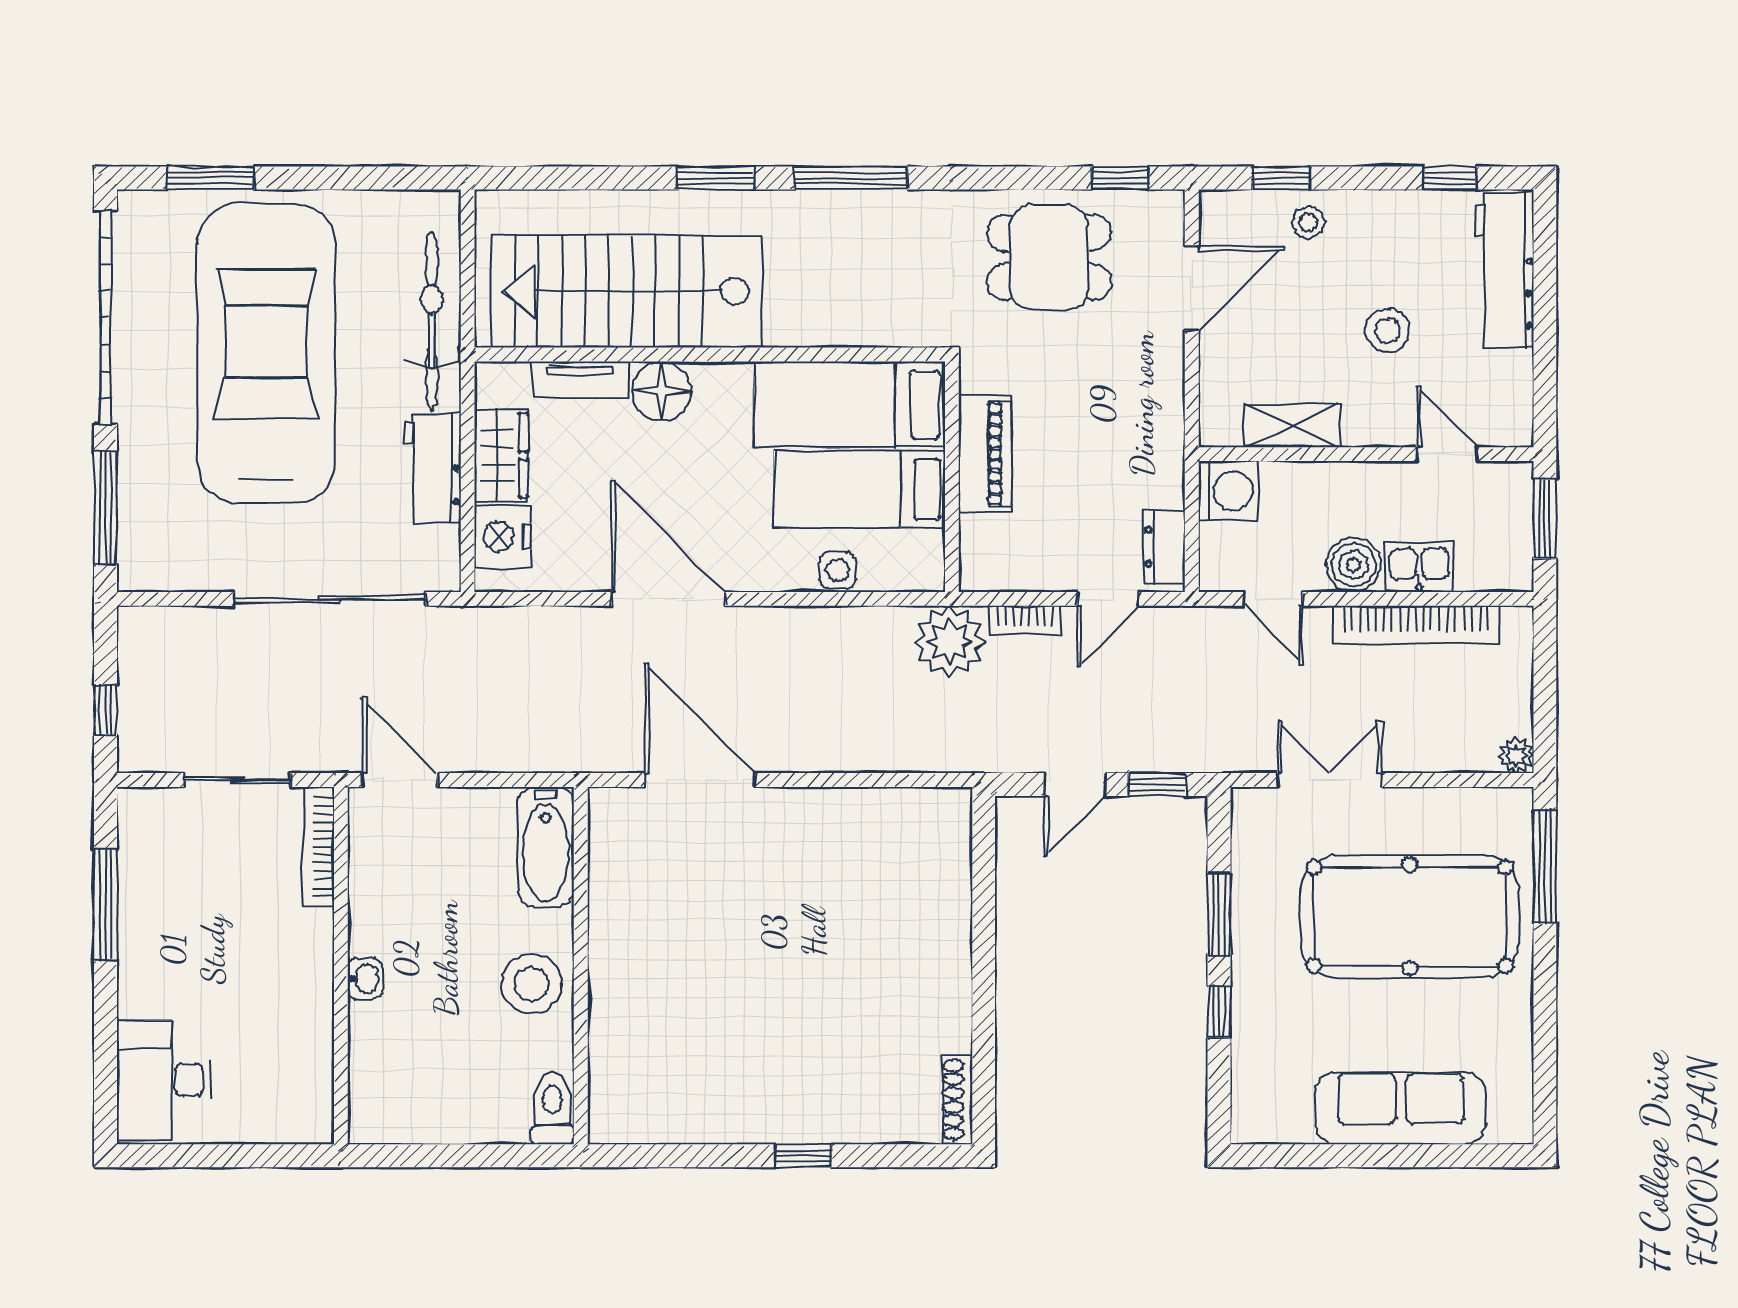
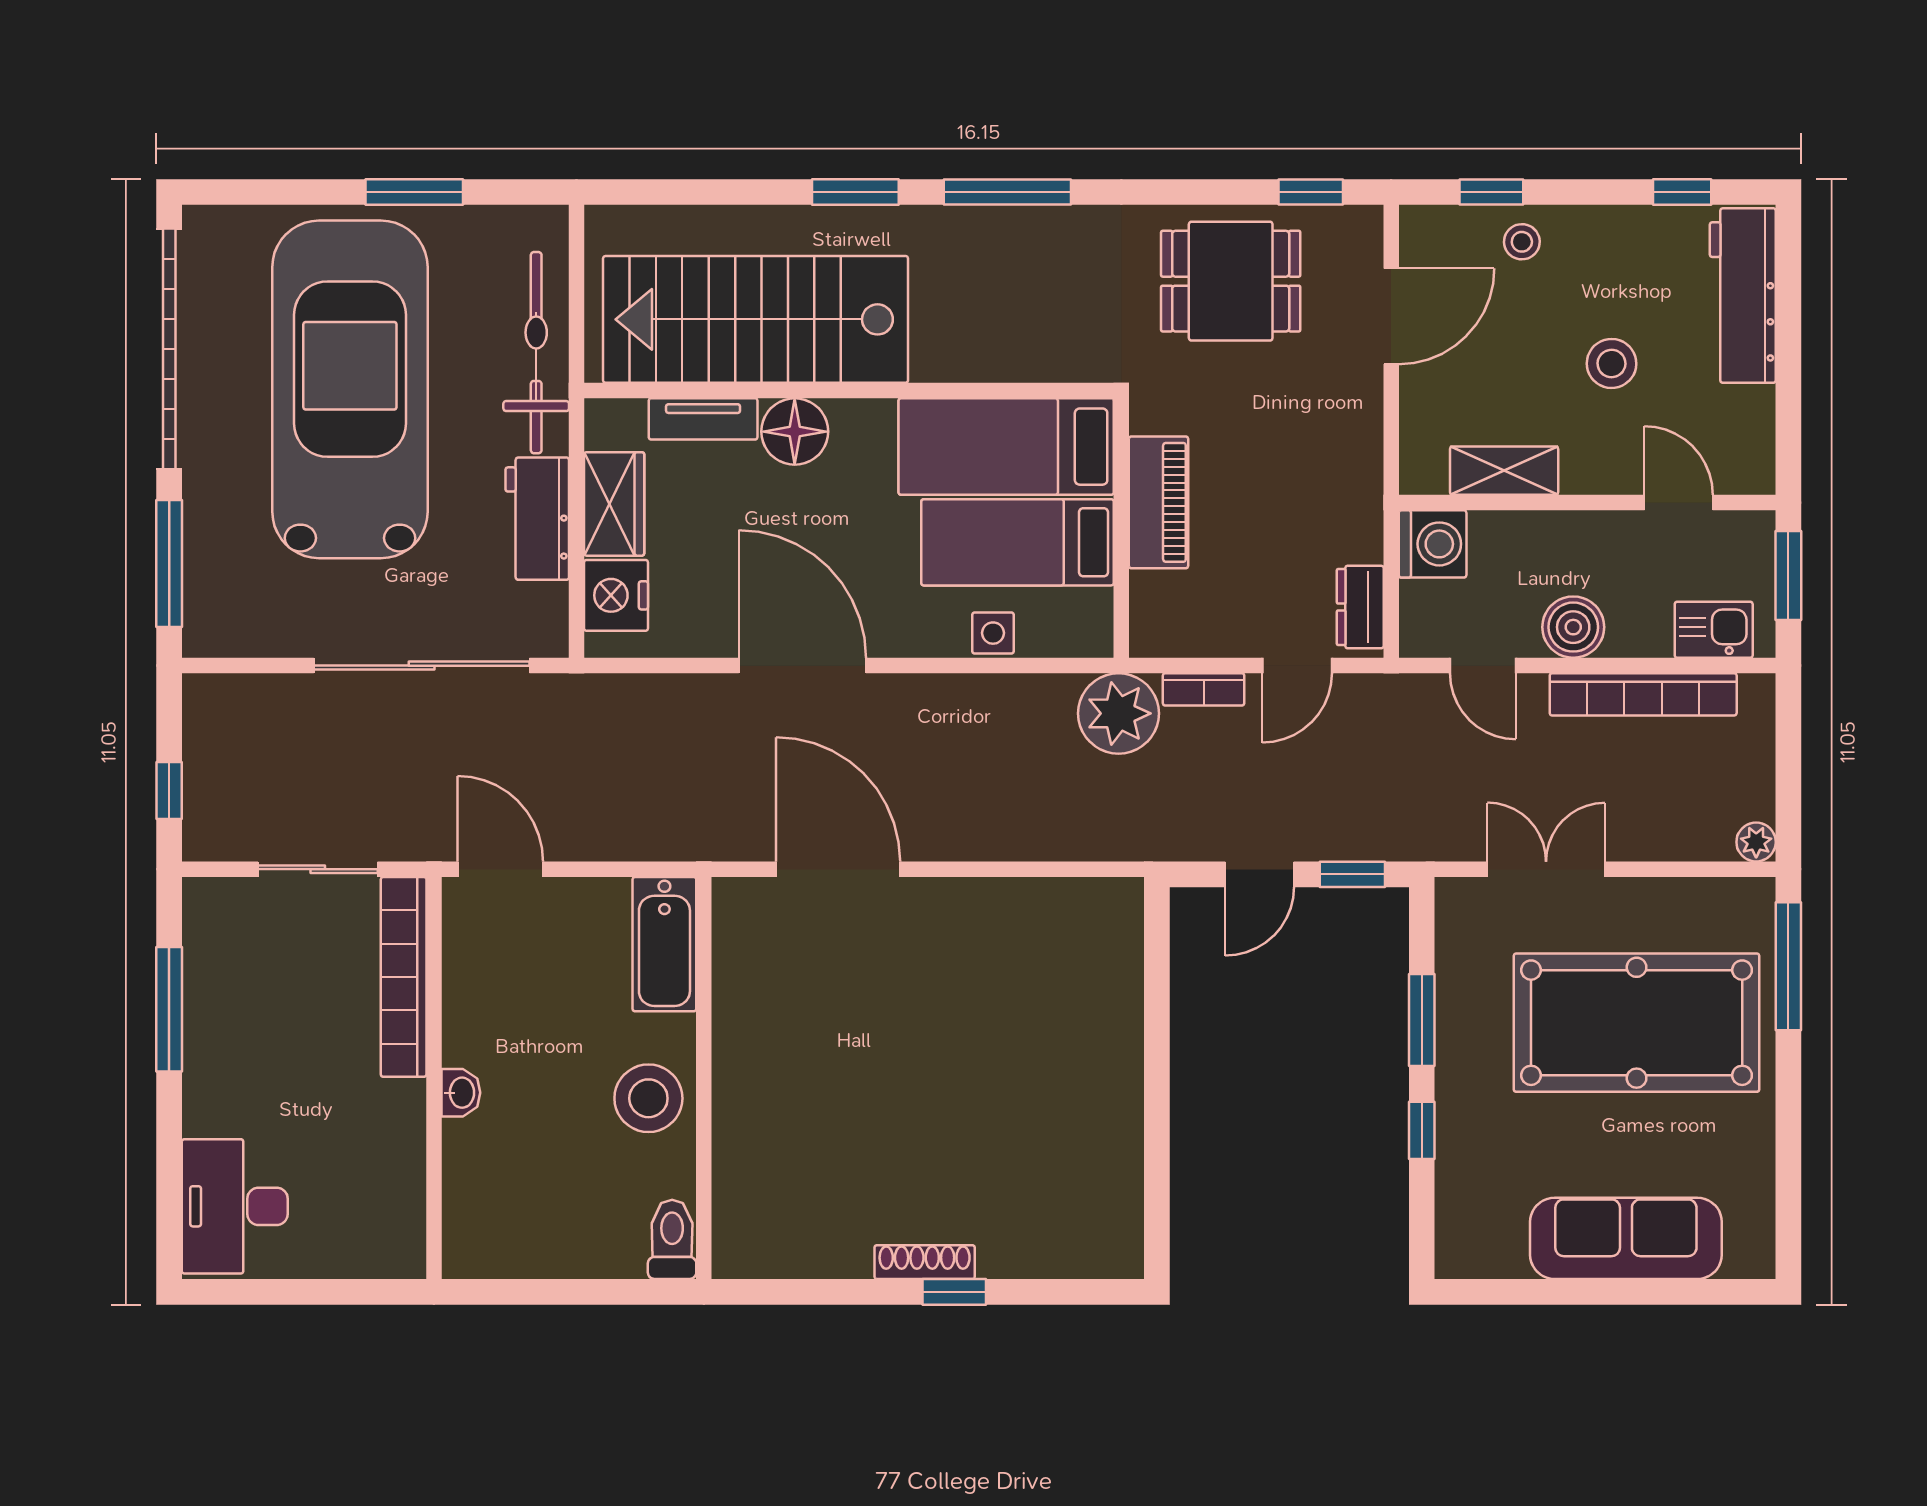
window: (210, 178) -> (414, 192), moved
kitchen sink: (1419, 567) -> (1714, 630), moved
bookcase: (319, 847) -> (404, 977), width x1.48, depth x1.31
shoe rack: (957, 1100) -> (925, 1262), moved, turned 90

